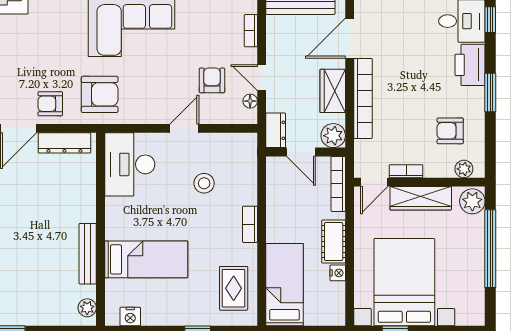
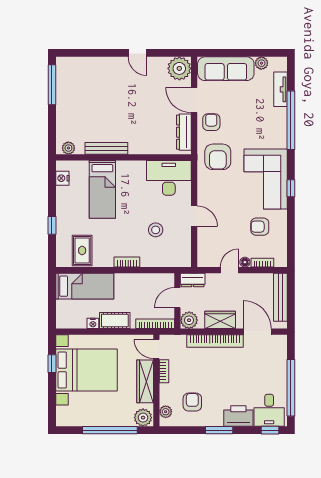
armchair: (212, 80) -> (260, 227), moved, turned 180
floor lamp: (250, 101) -> (245, 262), moved
rug: (234, 288) -> (82, 251), turned 90

